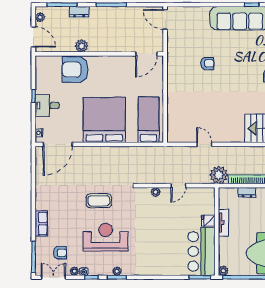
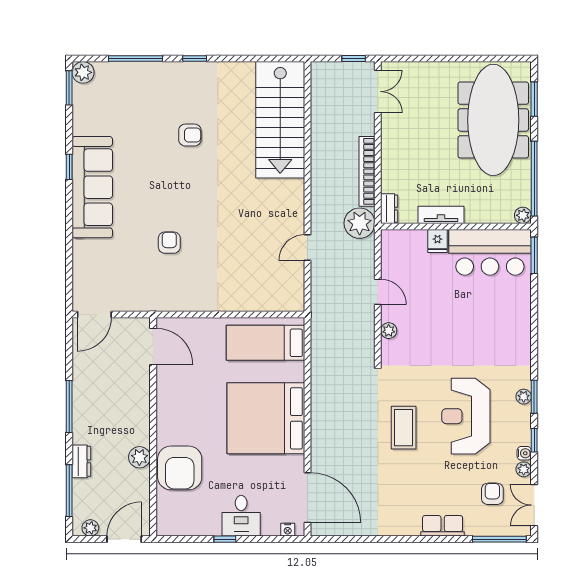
dresser: (247, 192) -> (389, 209), moved

